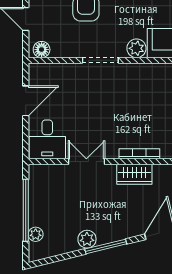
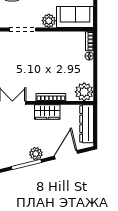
plant: (87, 239) -> (36, 154), moved

